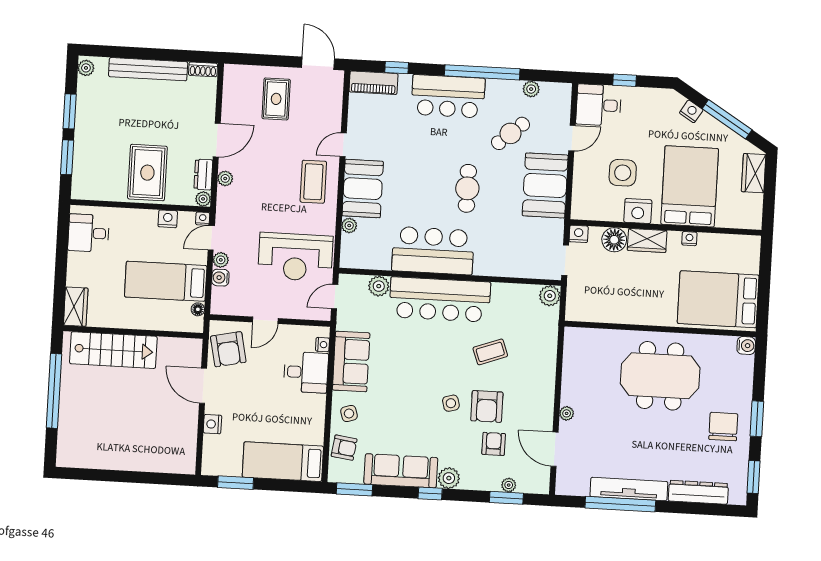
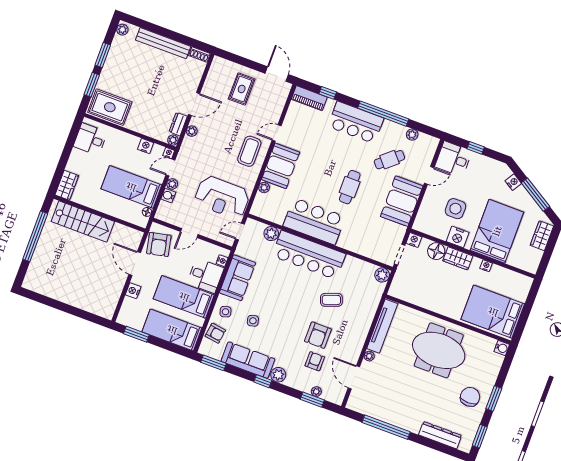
rug: (147, 173) -> (110, 107), moved, turned 90
side table: (451, 403) -> (253, 321), moved
bed: (285, 411) -> (184, 297), added
tv unit: (629, 489) -> (382, 326), moved, turned 90

